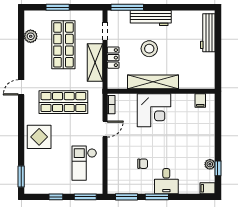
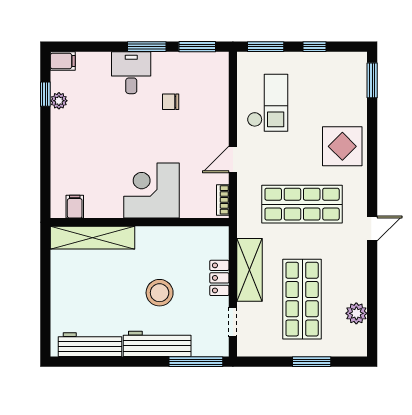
workbench: (208, 33) -> (90, 345), moved, turned -90
shelving: (153, 82) -> (93, 238), moved

